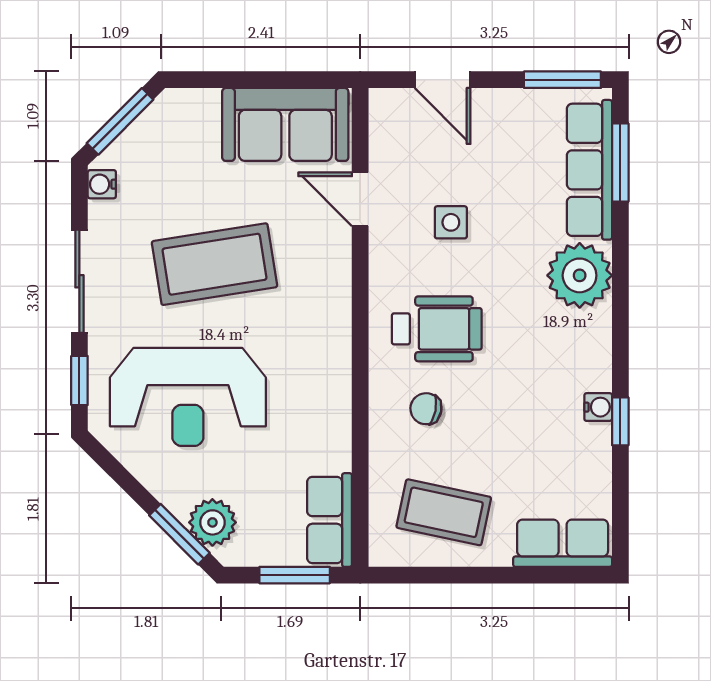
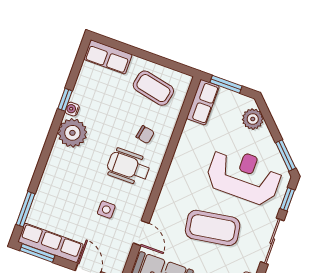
row of seats: (589, 170) -> (51, 243), moved, turned -90
plant: (580, 275) -> (72, 133), moved
window: (179, 534) -> (286, 155), moved

